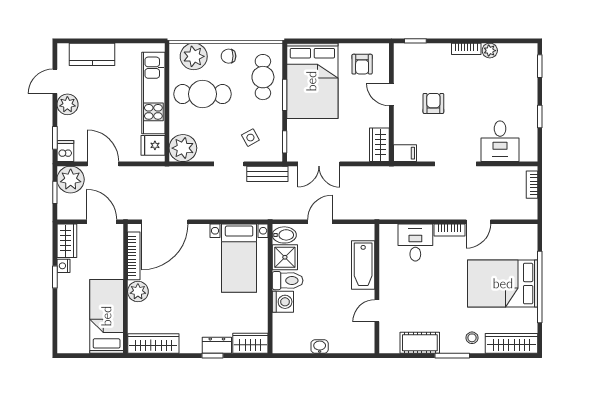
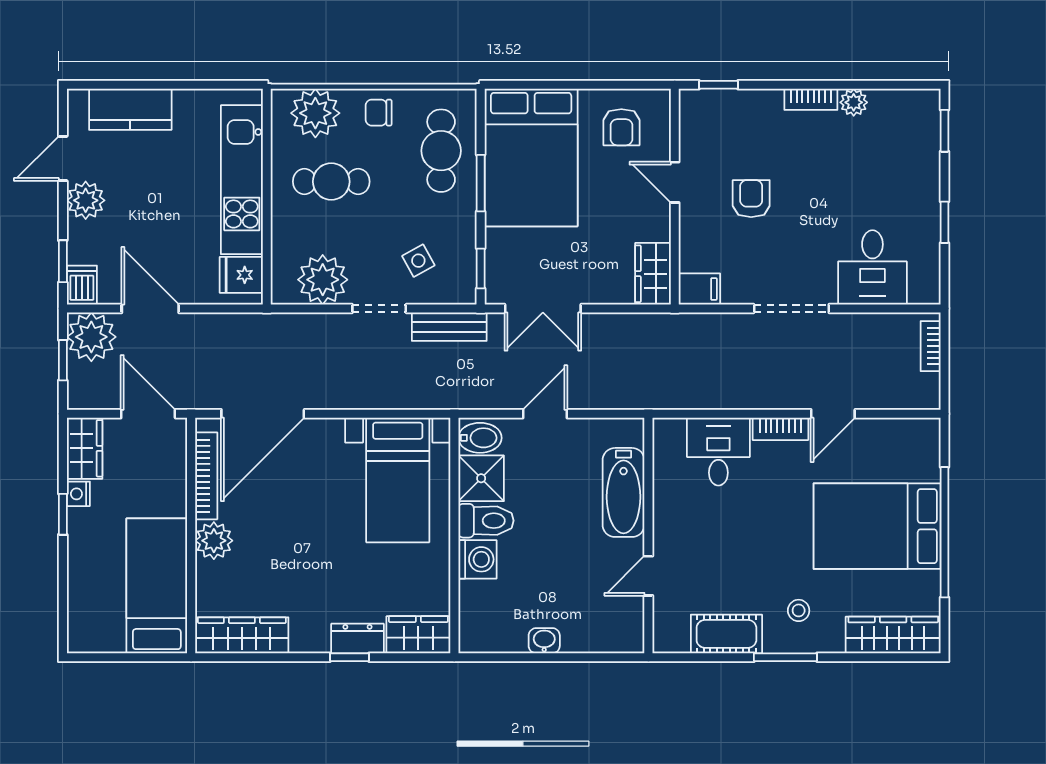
cafe table: (203, 94) -> (331, 182), width x0.73, depth x0.74
plant: (183, 148) -> (323, 280), moved
stool: (472, 338) -> (799, 610), moved

